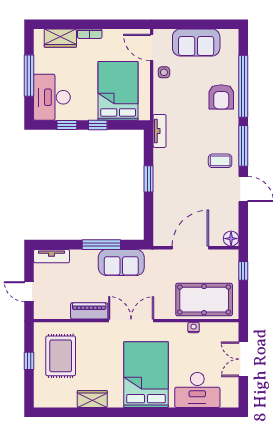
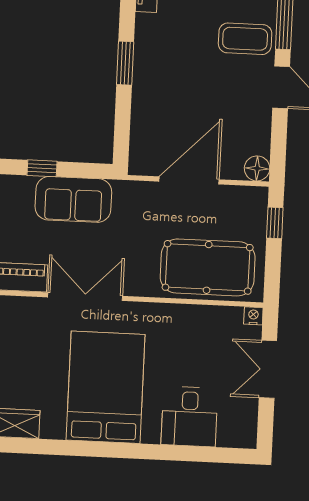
coffee table: (220, 161) -> (245, 39), width x1.36, depth x1.30
window: (101, 245) -> (42, 168), width x0.46
nightstand: (194, 327) -> (253, 316), moved
desk: (197, 390) -> (189, 417), width x0.73

